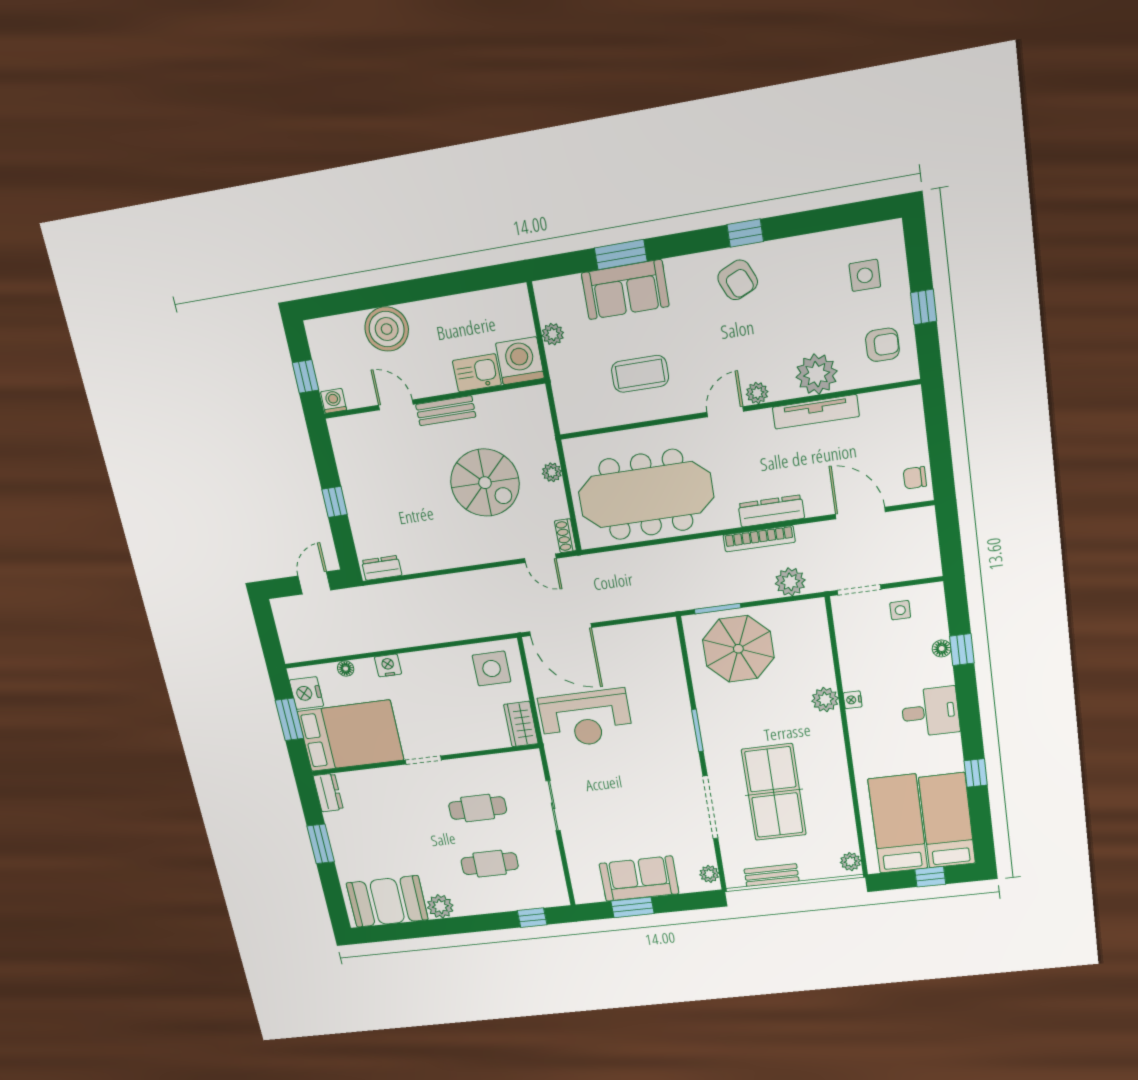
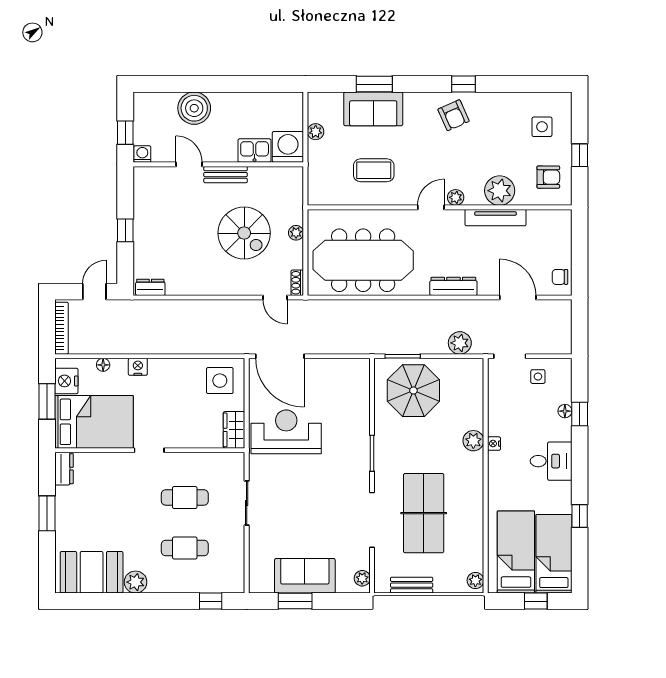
bookcase: (759, 539) -> (61, 328), moved, turned -90
reception desk: (586, 718) -> (286, 432), turned 180

